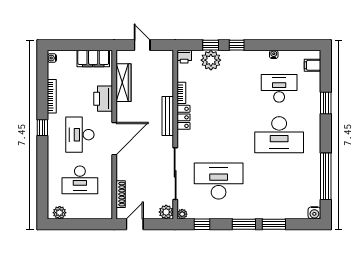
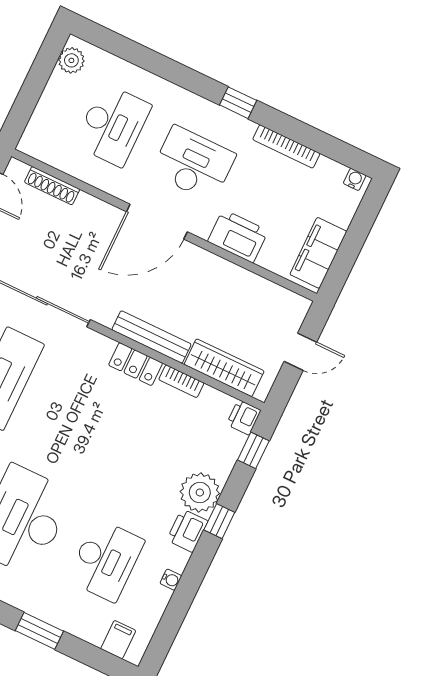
window: (211, 45) -> (253, 450), moved
printer: (248, 58) -> (187, 531), added
plant: (211, 60) -> (200, 493), moved
wardrobe: (123, 83) -> (224, 368), moved, turned 180
door: (114, 139) -> (157, 222), hinge flipped
desk: (80, 180) -> (113, 125), turned 180

